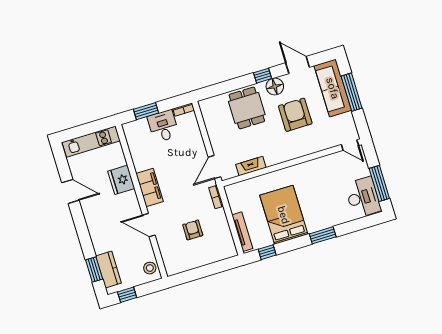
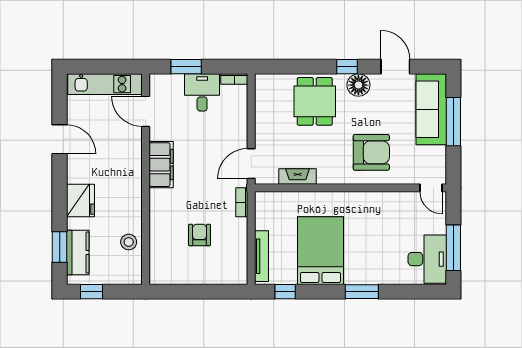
armchair: (295, 115) -> (371, 152), moved, turned 90
fridge: (121, 180) -> (80, 201), moved, turned 180
door: (149, 225) -> (146, 111), moved
stool: (150, 268) -> (129, 242), moved

